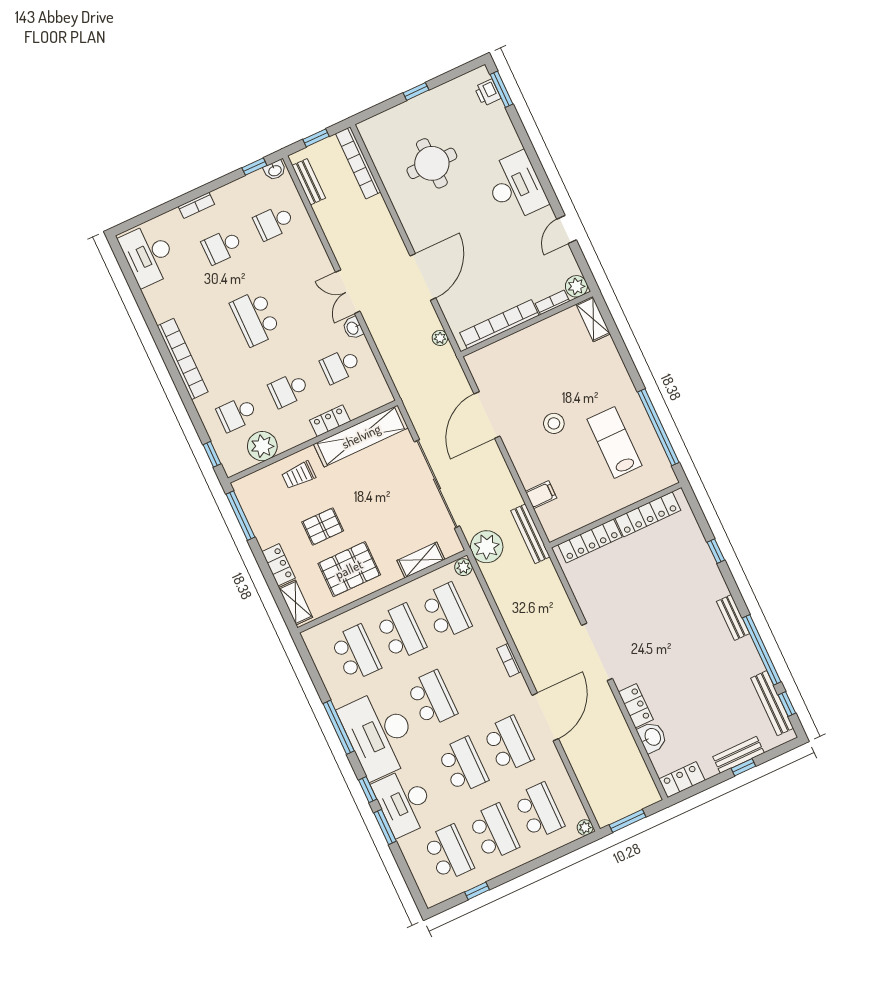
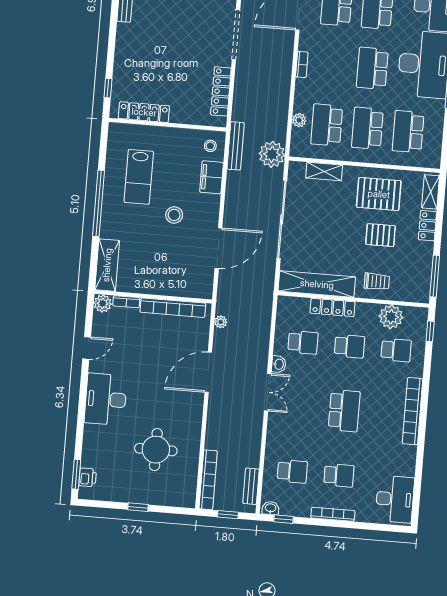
bookcase: (196, 205) -> (333, 514), width x1.56
shelving: (593, 319) -> (107, 265), width x1.50, depth x1.33
locker: (330, 421) -> (333, 307), width x1.53
window: (658, 427) -> (99, 203), moved
filing cabinet: (541, 495) -> (212, 177), width x2.00
stool: (557, 519) -> (210, 146), added
locker: (590, 541) -> (221, 91), moved, turned -90
window: (716, 551) -> (108, 88), moved
plant: (463, 567) -> (299, 120), moved

